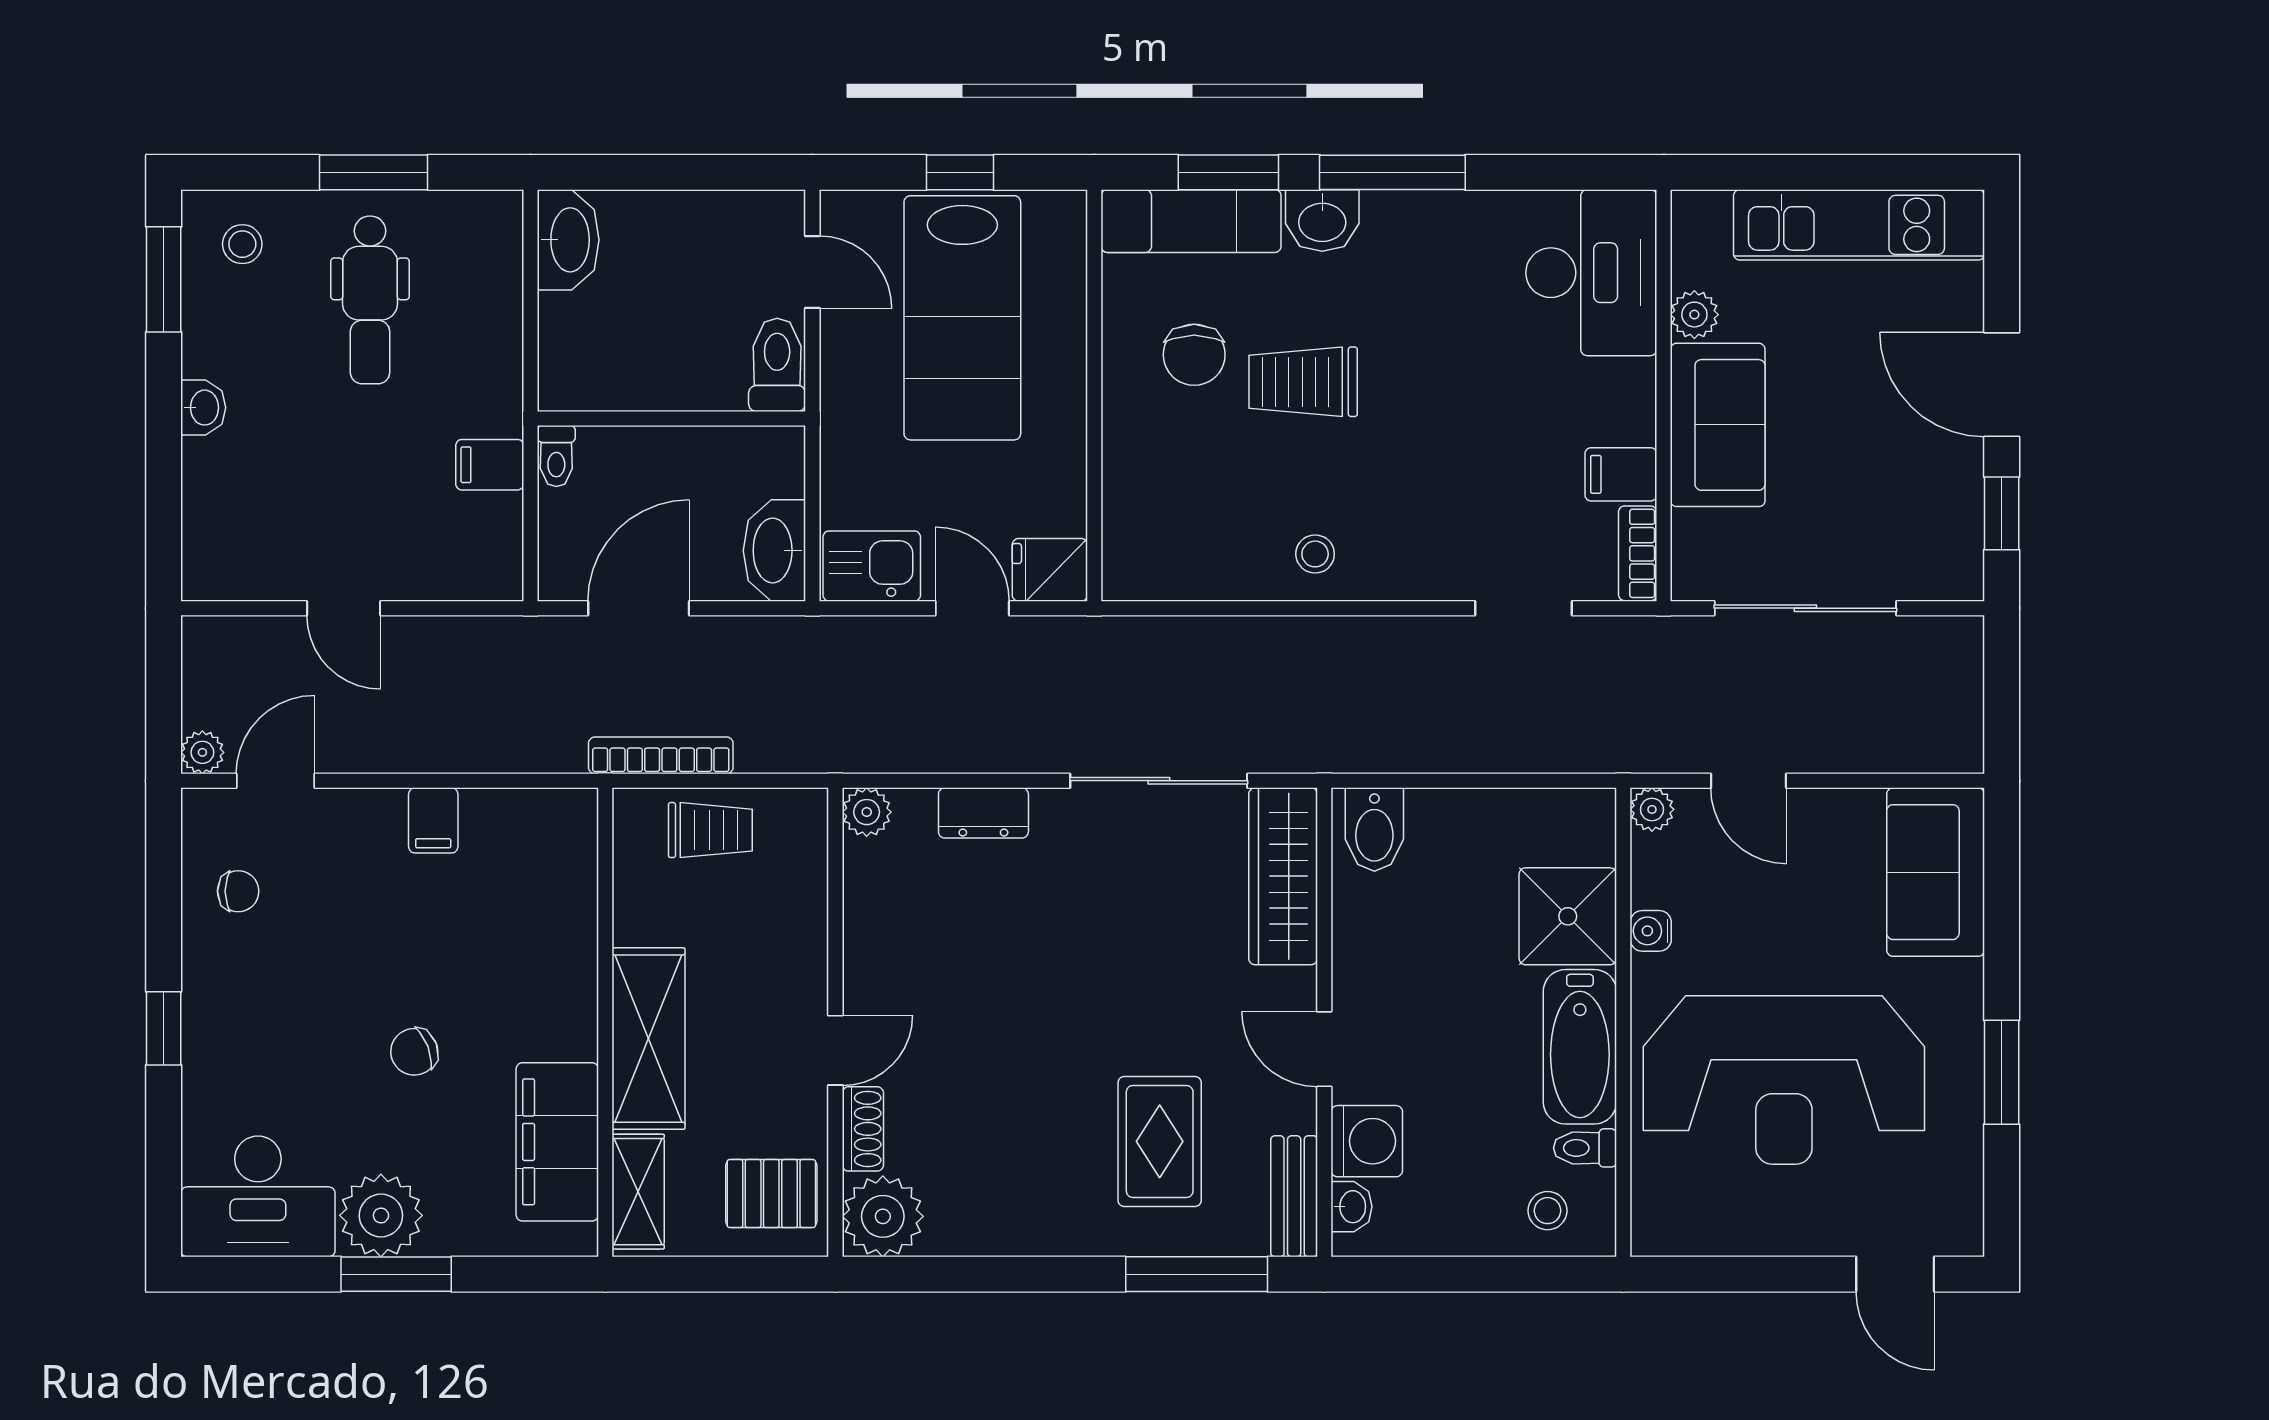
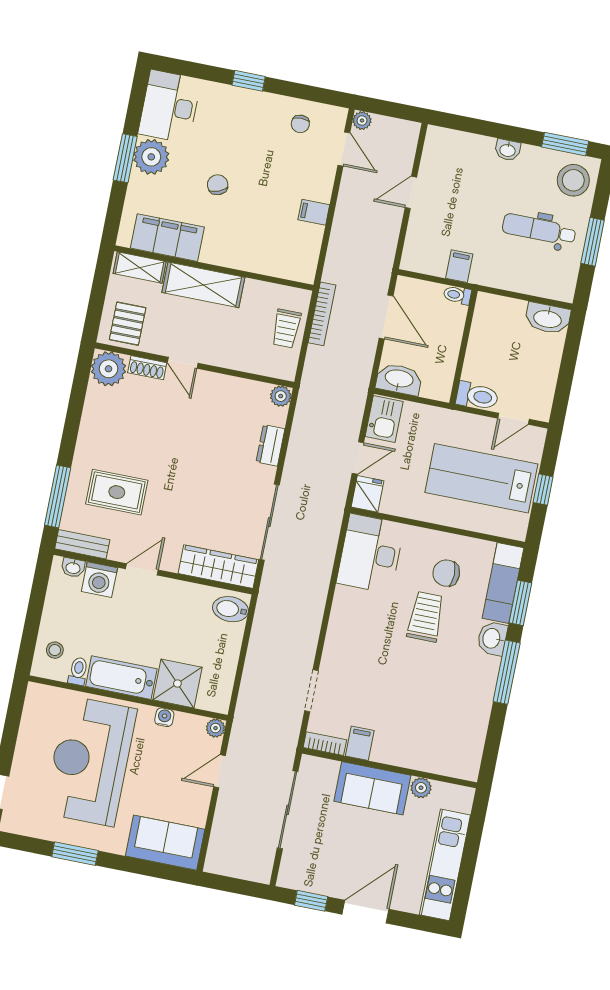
stool: (242, 244) -> (573, 180), width x1.89, depth x1.89
desk: (1591, 273) -> (371, 554), moved, turned 90
stool: (1315, 554) -> (352, 607), removed

